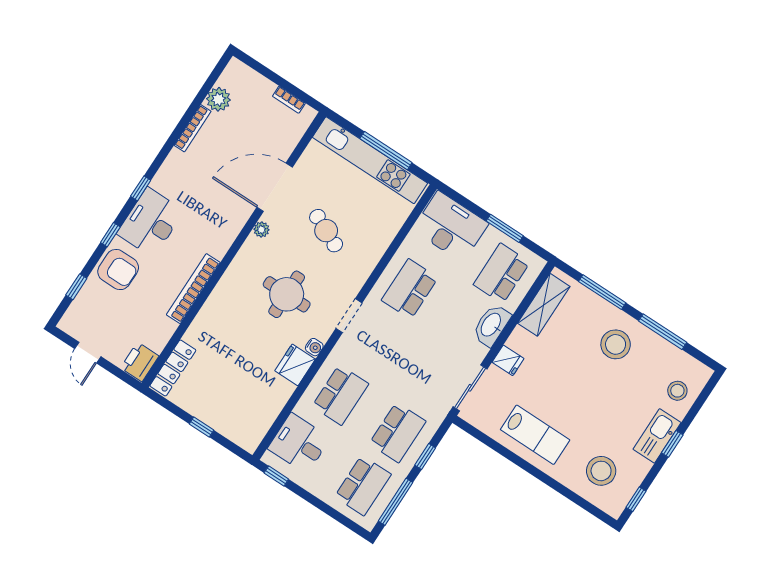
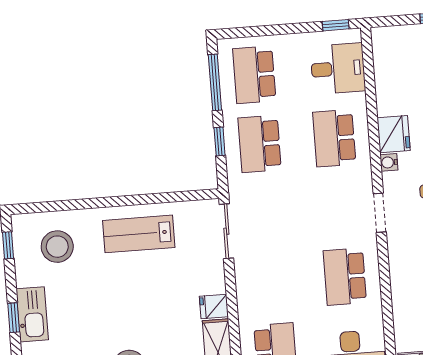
school desk: (410, 289) -> (345, 277), turned 180
washbasin: (491, 325) -> (250, 300), removed
fridge: (508, 360) -> (214, 306), moved

